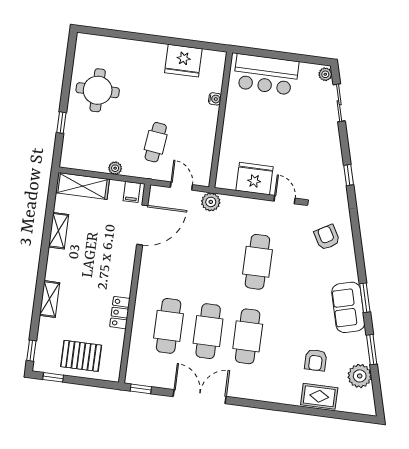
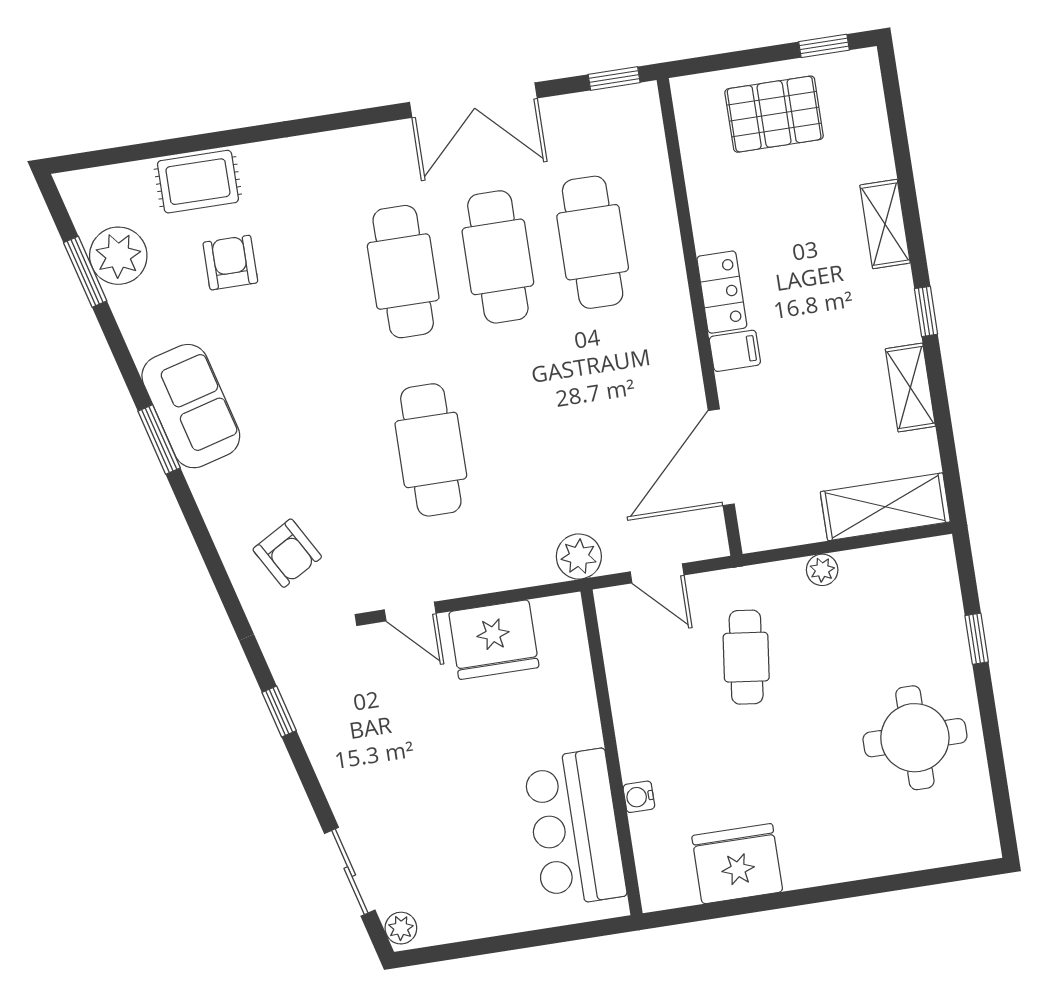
bar counter: (266, 74) -> (575, 828), moved, turned -90
filing cabinet: (132, 192) -> (735, 351), moved, turned 90
locker: (120, 313) -> (722, 292), moved
window: (372, 350) -> (85, 272), moved
window: (31, 351) -> (926, 311), moved

